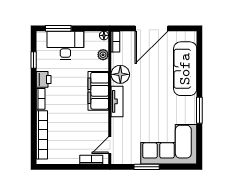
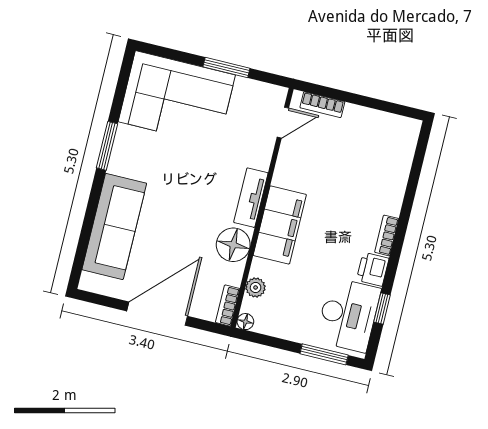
desk: (65, 45) -> (348, 315), moved, turned -90
bookcase: (42, 135) -> (400, 171), removed

